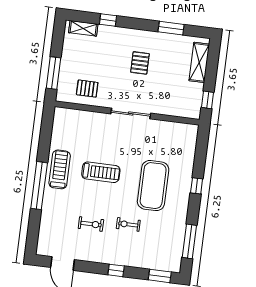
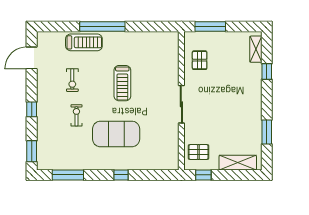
pallet: (140, 63) -> (199, 152), moved
treadmill: (60, 169) -> (84, 42), moved

